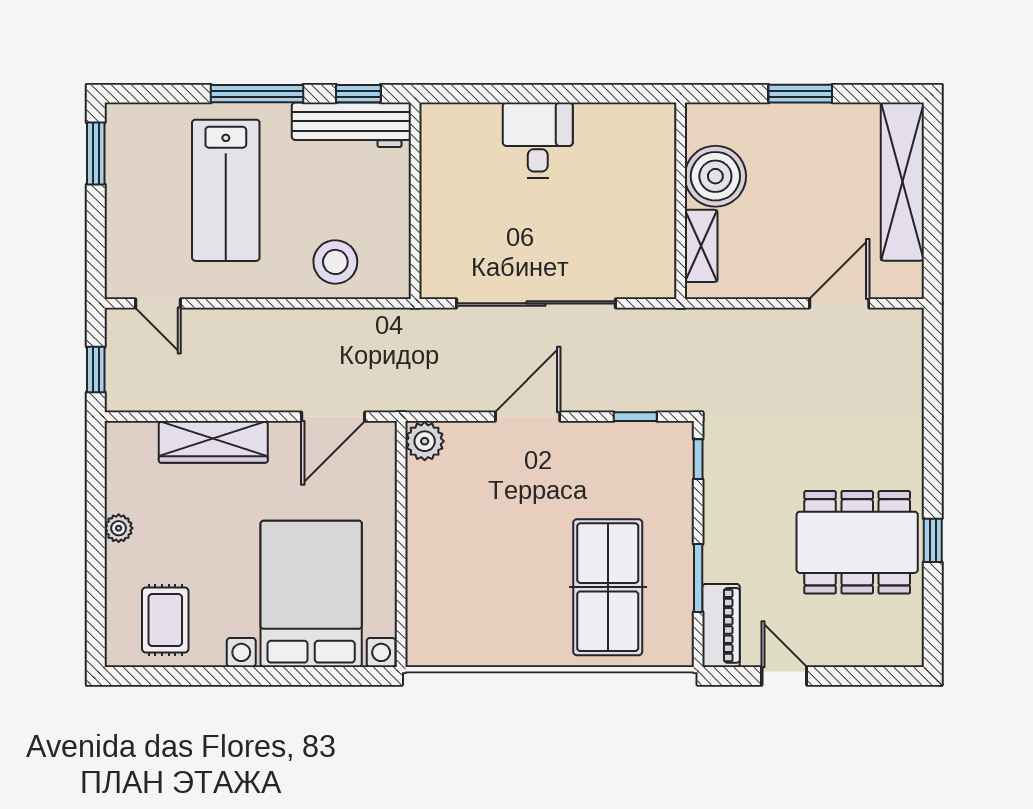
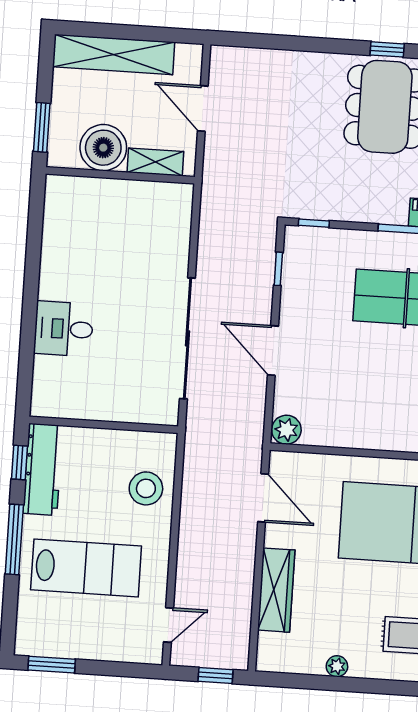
boiler: (715, 176) -> (103, 148), moved
wall: (681, 201) -> (120, 175), moved
shelving: (701, 246) -> (155, 162), moved

